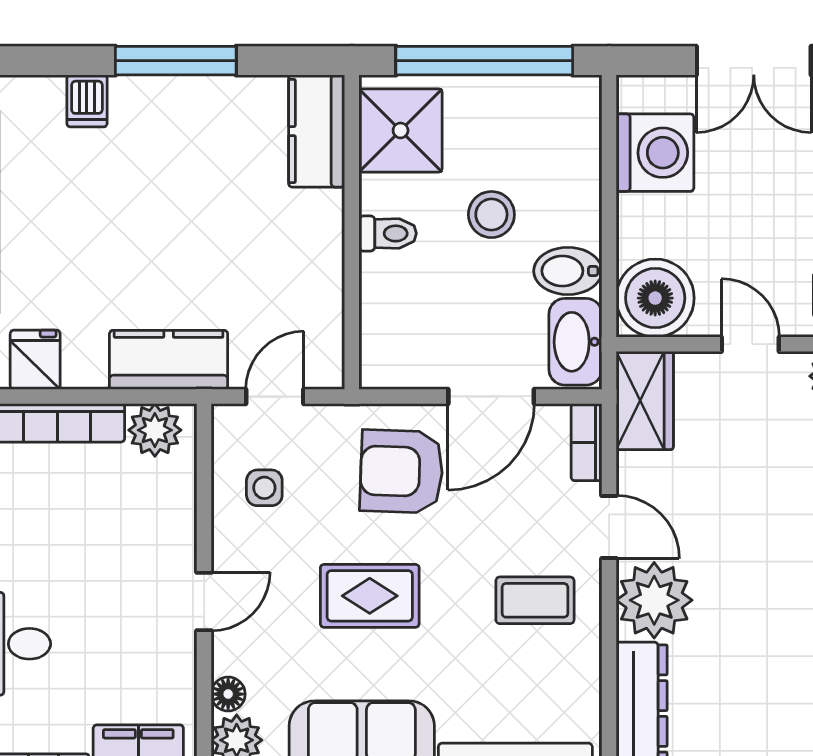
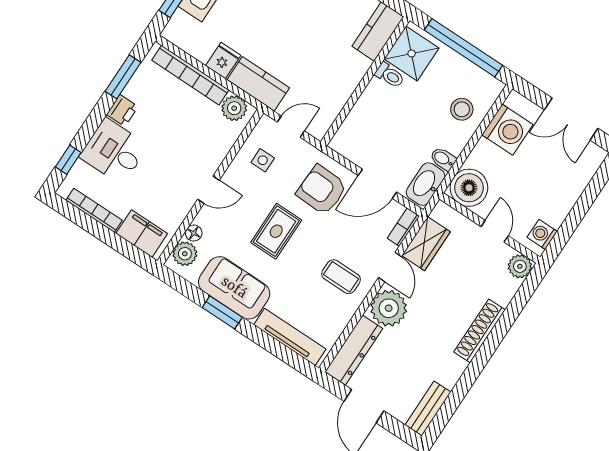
stool: (491, 215) -> (462, 109), moved
toilet: (388, 233) -> (390, 75), moved
bidet: (568, 271) -> (443, 159), width x0.72, depth x0.74
fridge: (35, 360) -> (223, 60), moved
wardrobe: (645, 401) -> (426, 244), moved
rug: (370, 596) -> (276, 231), turned 90

